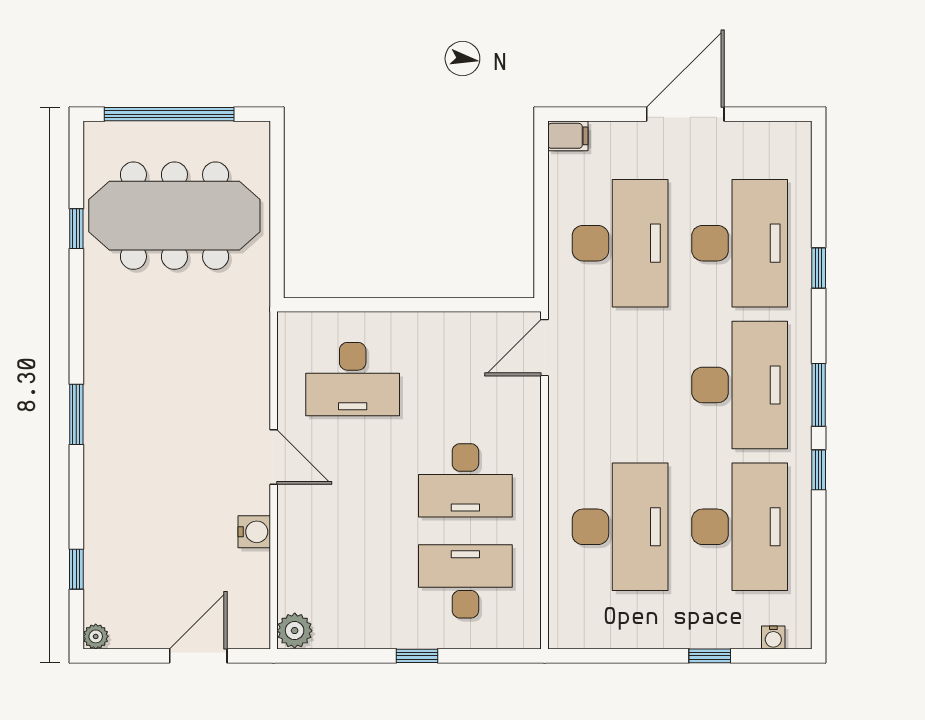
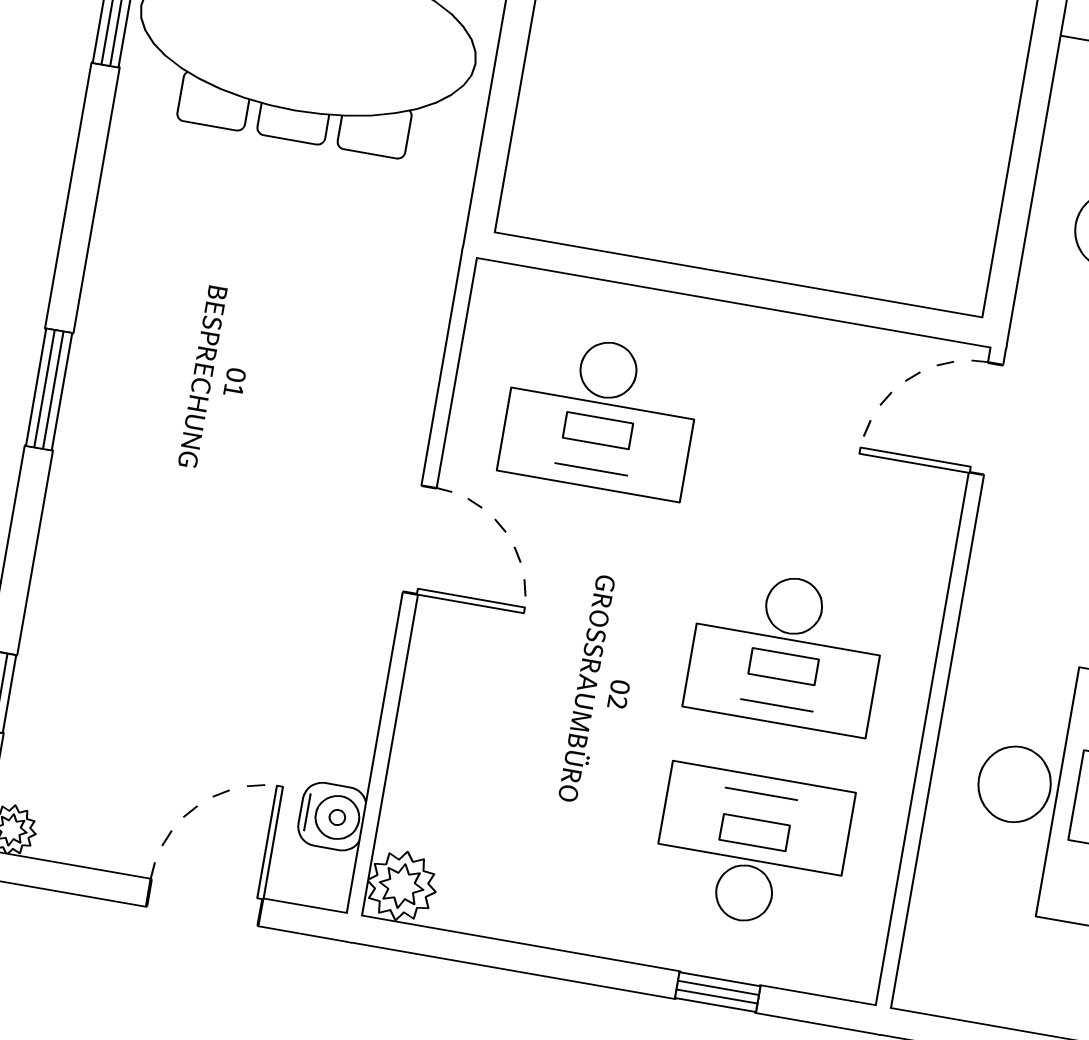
water cooler: (254, 532) -> (332, 817), moved
window: (417, 656) -> (718, 992), moved

